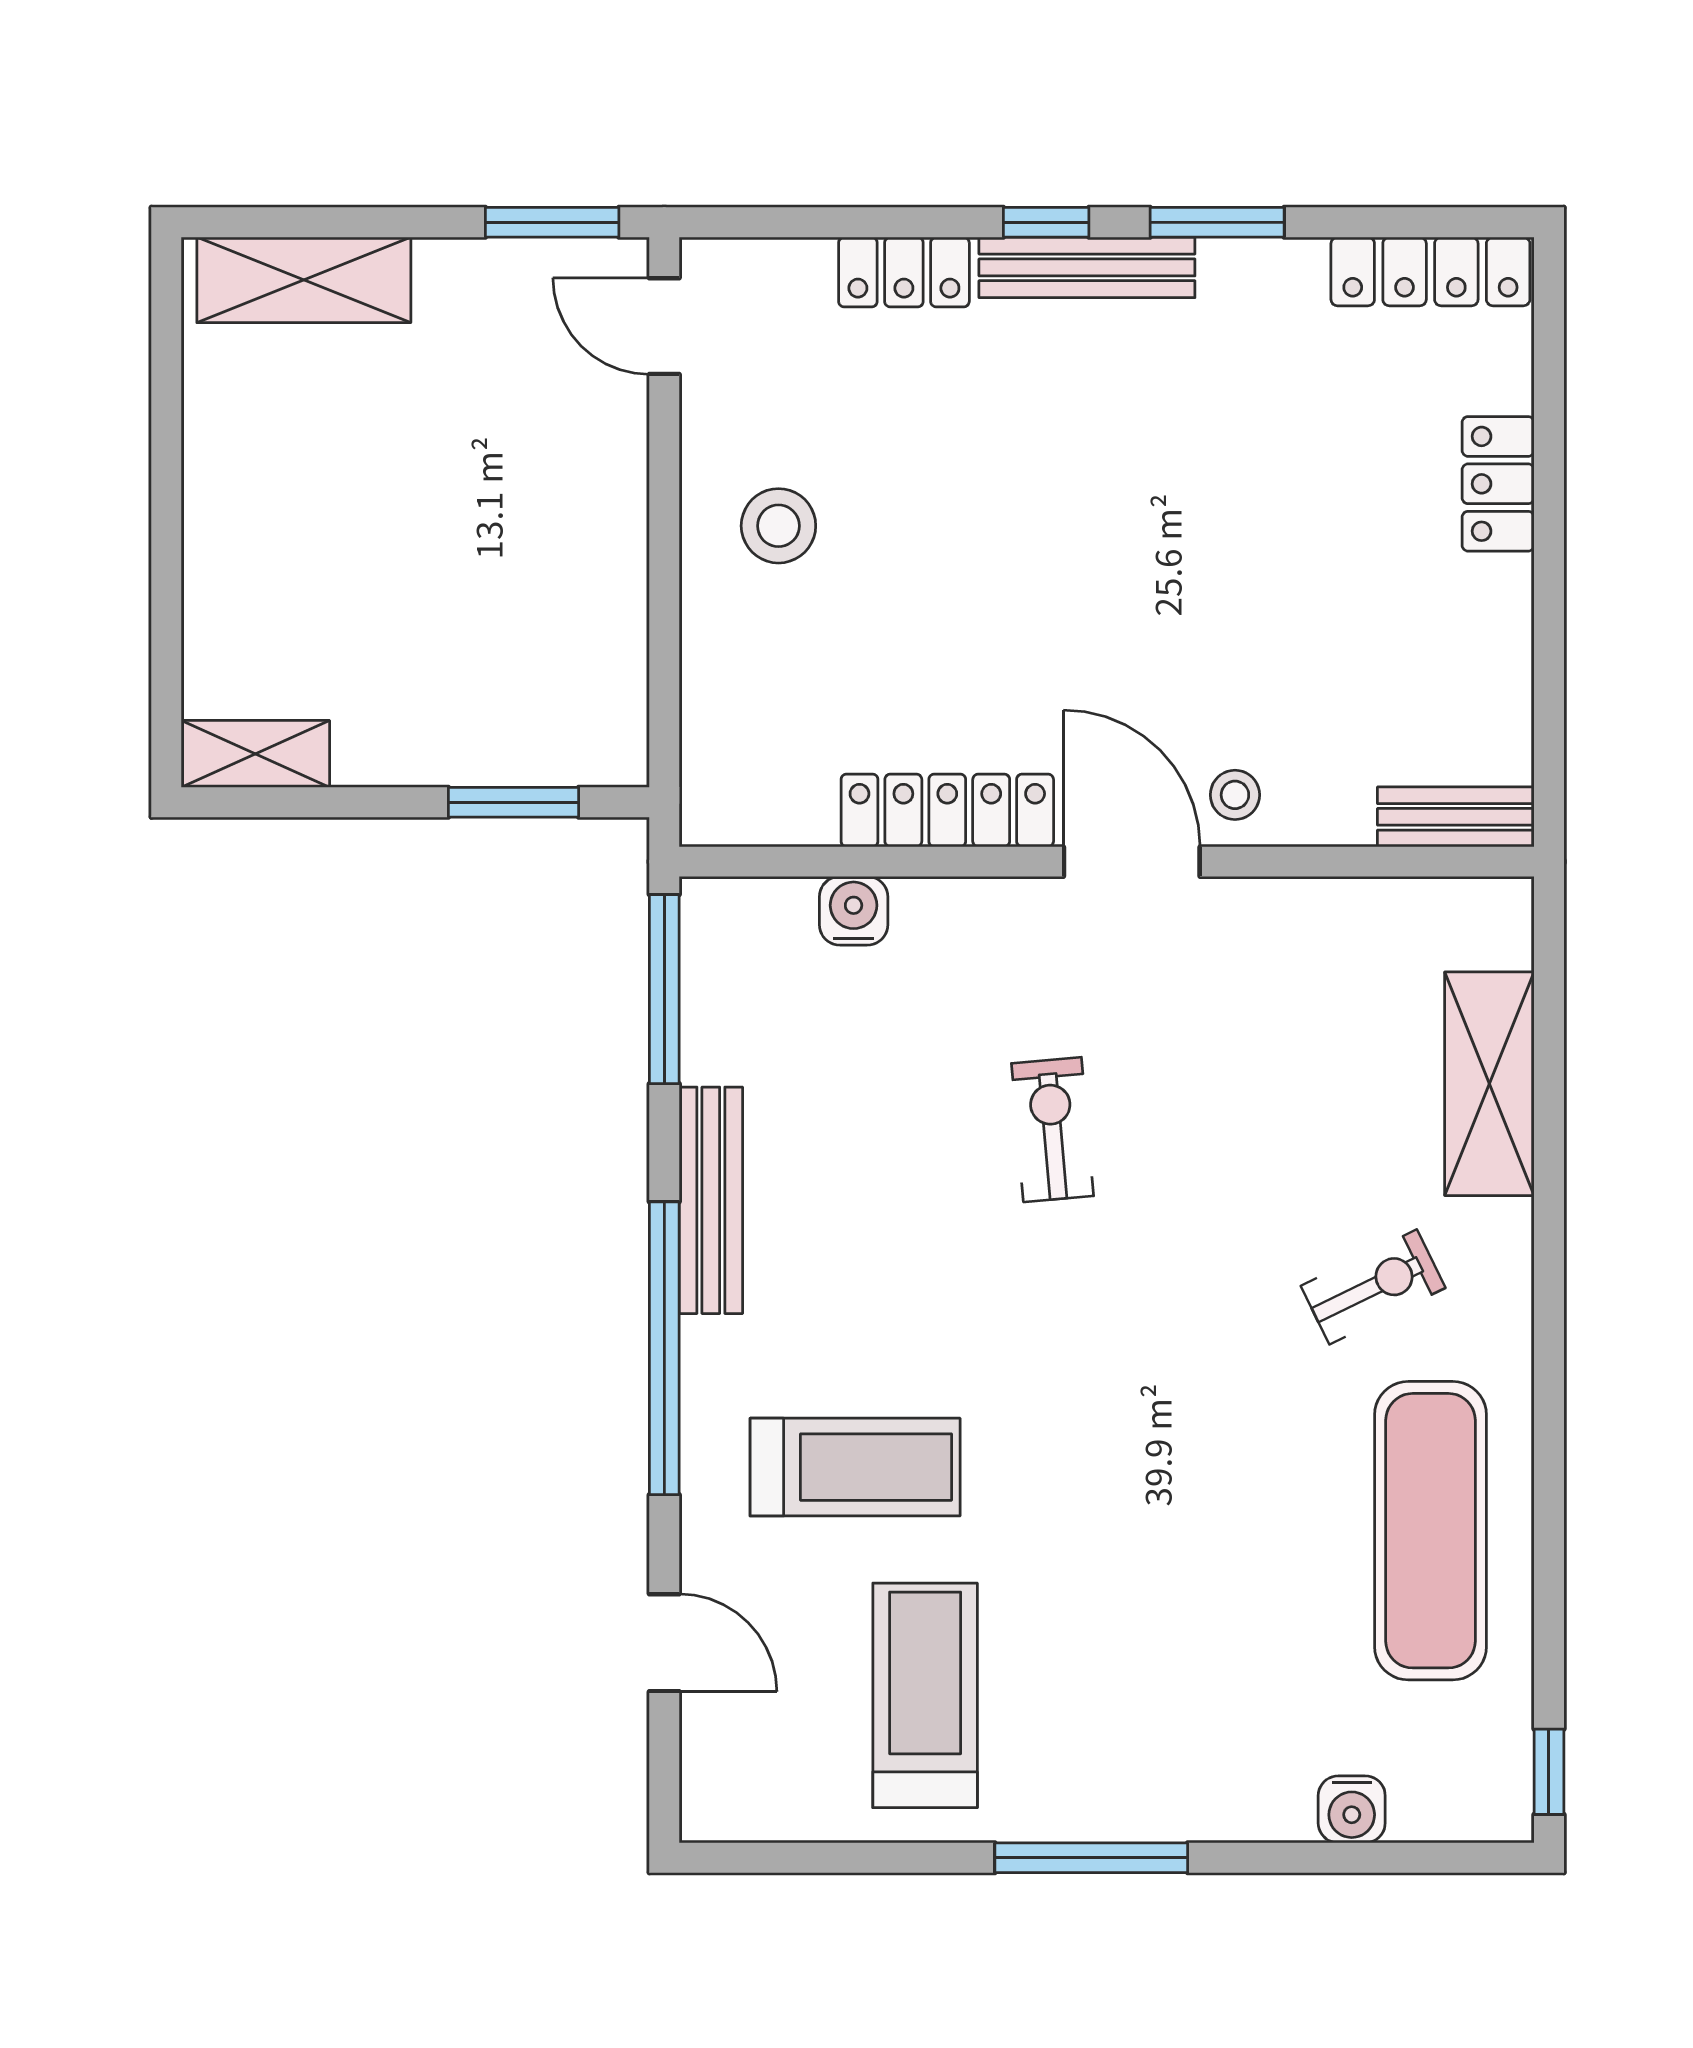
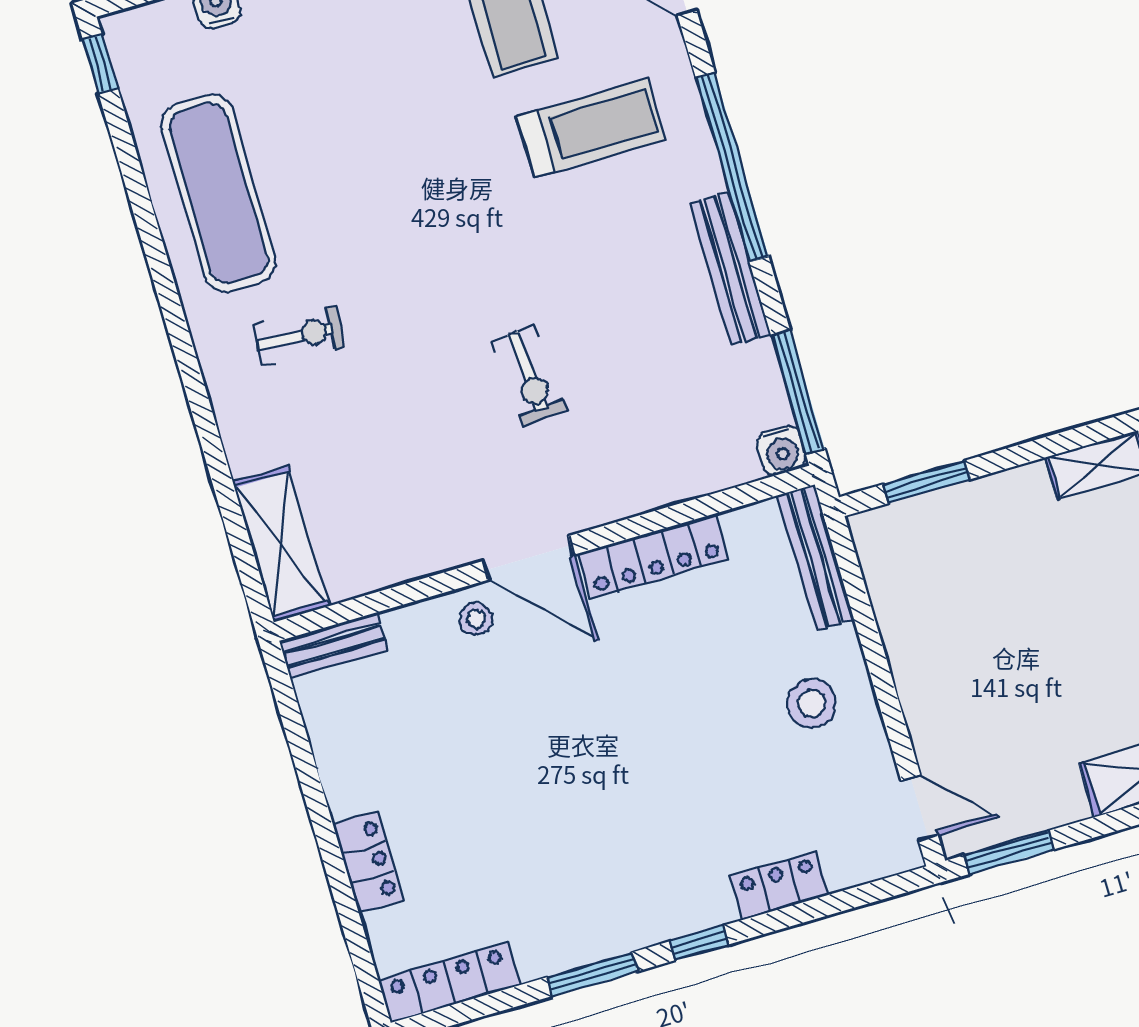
bench: (1087, 267) -> (816, 557), moved, turned 90
water cooler: (854, 911) -> (782, 450), moved
shelving: (1489, 1084) -> (281, 544), moved
exercise bike: (1373, 1287) -> (299, 336), turned -150
treadmill: (855, 1467) -> (591, 128), turned 180

